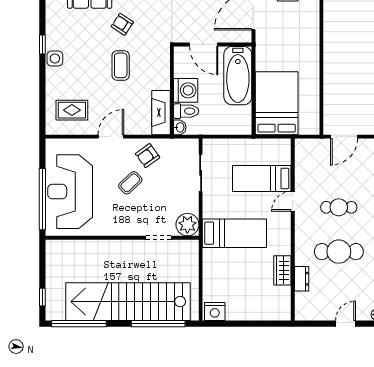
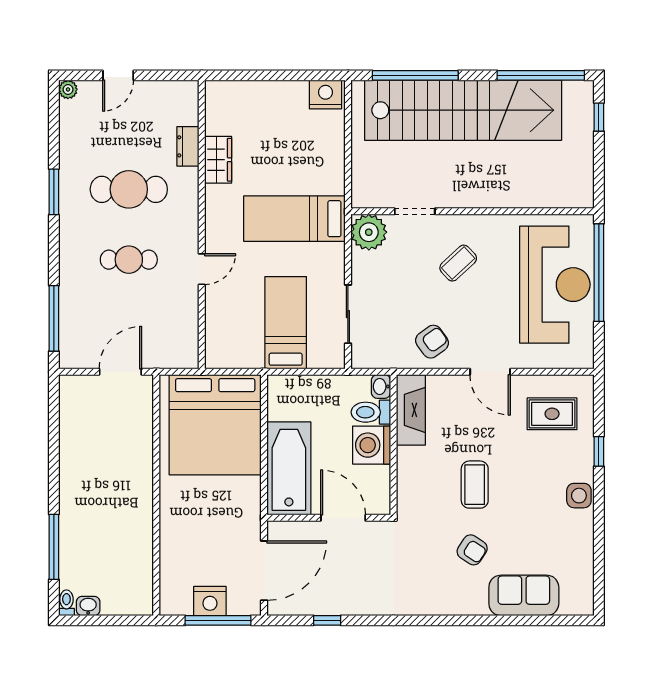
window: (42, 44) -> (599, 451), moved
bed: (277, 103) -> (215, 425), width x1.36
door: (111, 137) -> (490, 372), hinge flipped
bed: (262, 178) -> (286, 323), moved, turned -90
coffee table: (130, 183) -> (458, 263), moved

